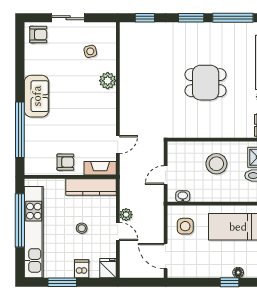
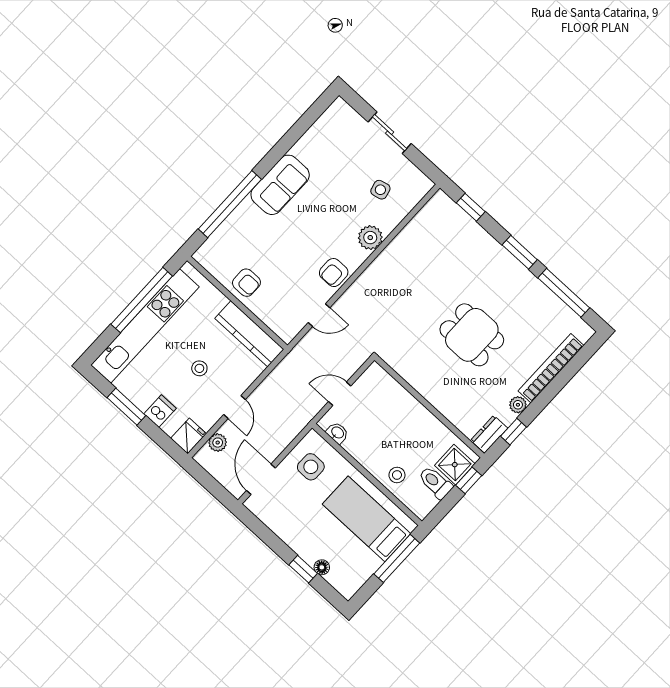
armchair: (38, 35) -> (334, 273), moved, turned 90
stool: (216, 164) -> (397, 475), moved, width x0.53, depth x0.53
fireplace: (100, 168) -> (277, 323), removed
plant: (126, 215) -> (218, 443), moved

